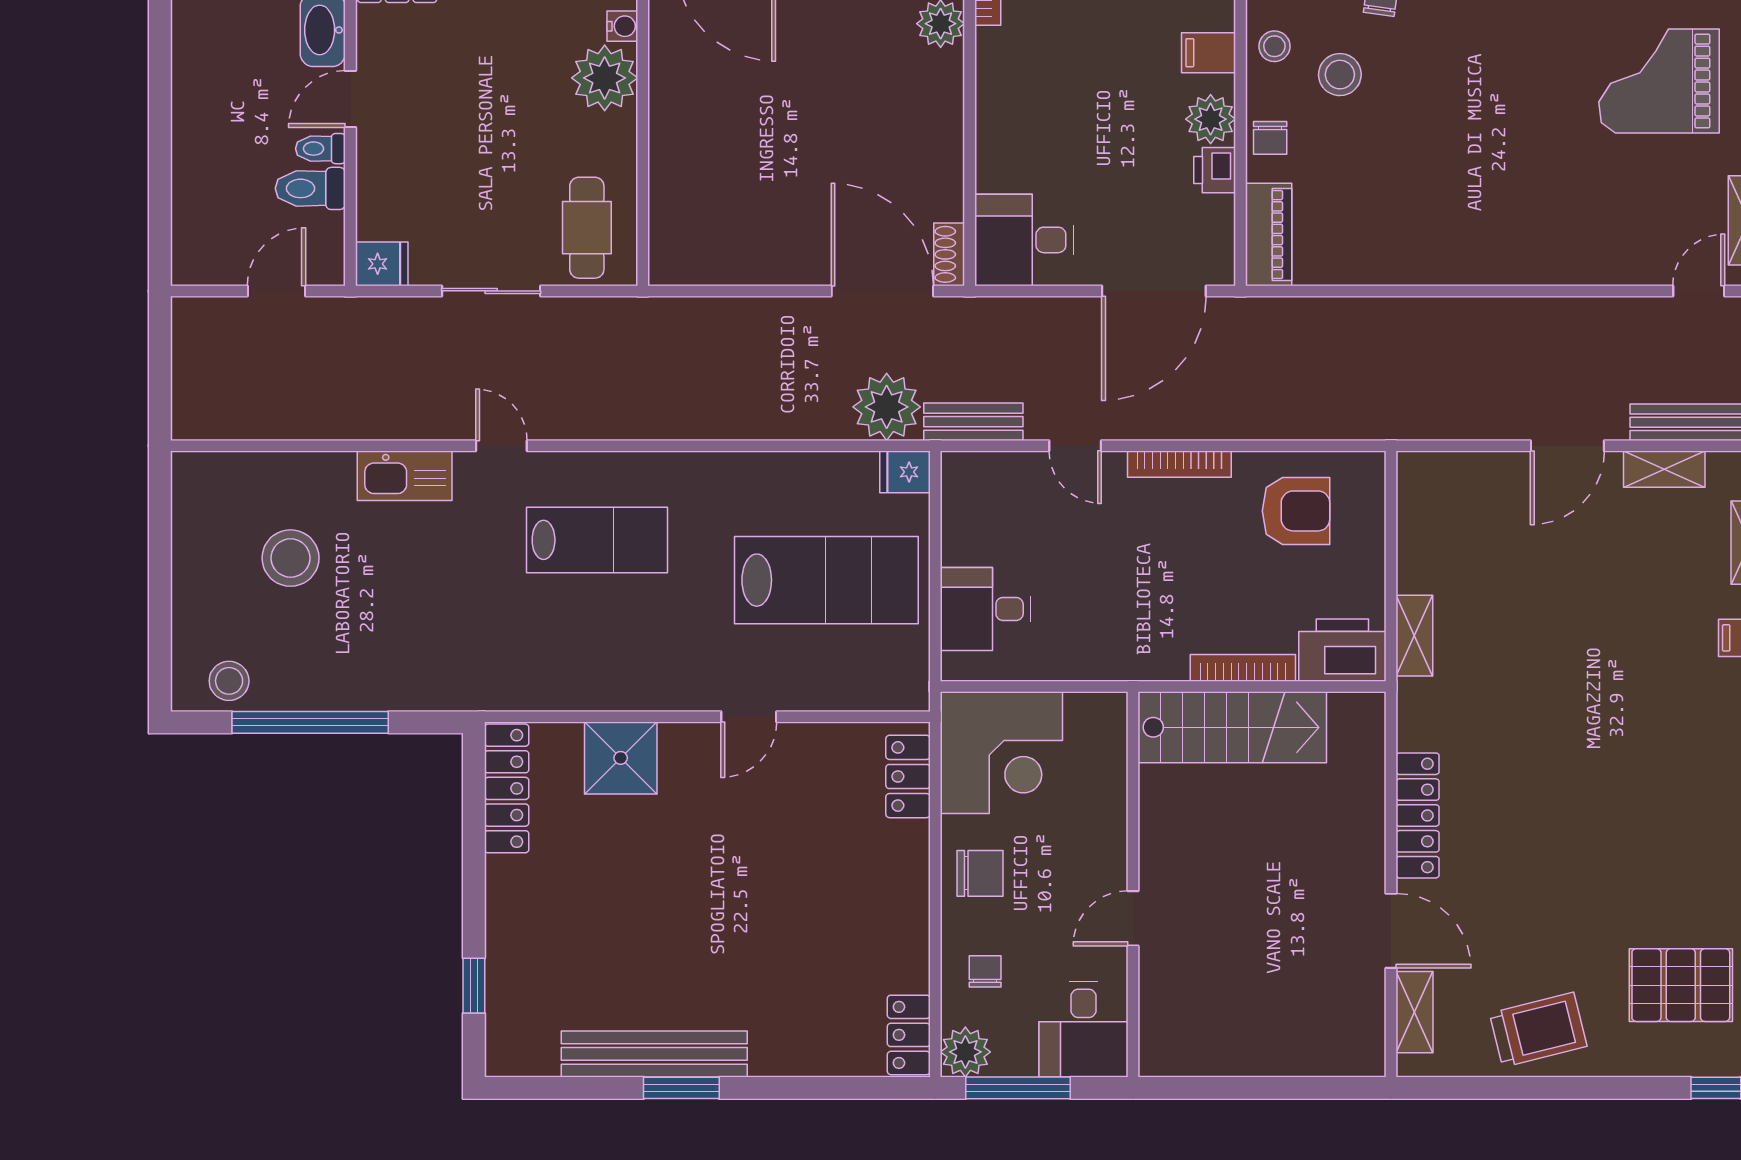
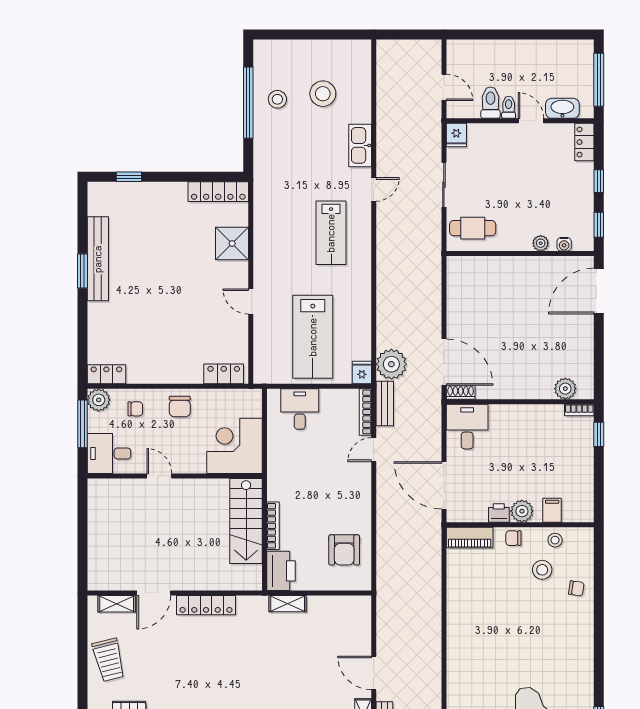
plant: (605, 78) -> (541, 243), width x0.53, depth x0.53
door: (882, 291) -> (444, 362), hinge flipped
bookcase: (1179, 464) -> (365, 412), moved
stool: (229, 681) -> (277, 99), moved
corner desk: (1001, 753) -> (234, 446), moved, turned 90

